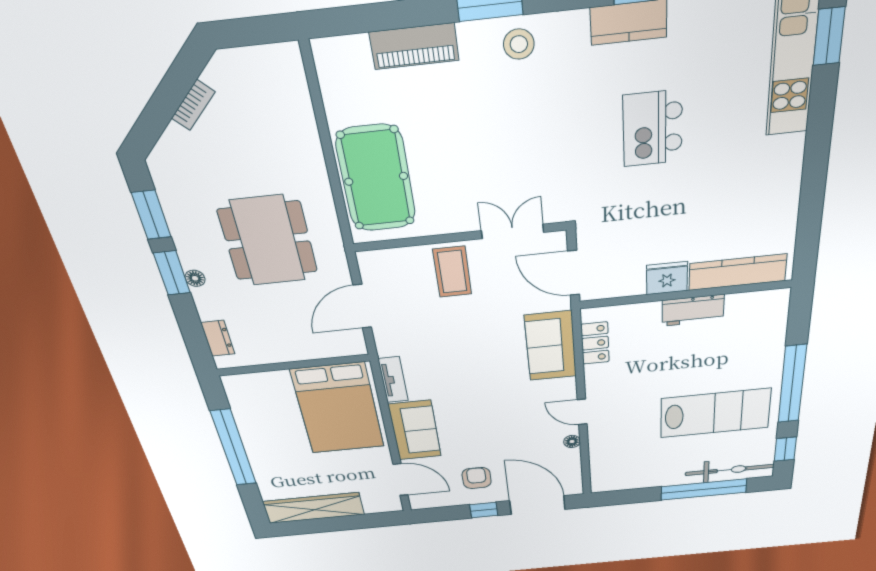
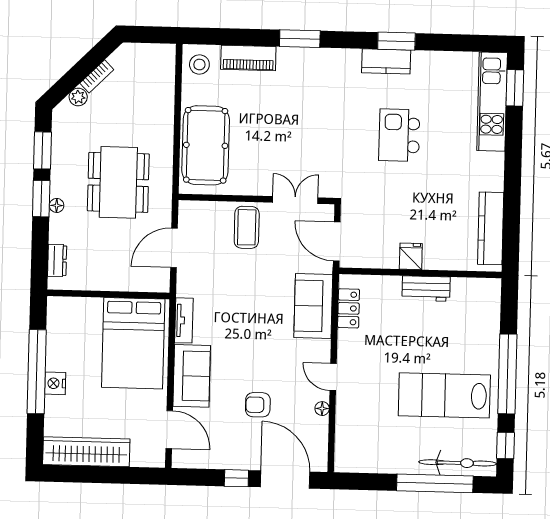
stool: (519, 44) -> (199, 64), moved
plant: (176, 138) -> (78, 97), added
kitchen counter: (738, 272) -> (491, 228), moved, turned -90
fridge: (667, 278) -> (411, 256), width x0.72
lab bench: (715, 413) -> (444, 395), turned 180
nightstand: (259, 455) -> (55, 383), added
armchair: (477, 478) -> (258, 405), moved, turned -90

